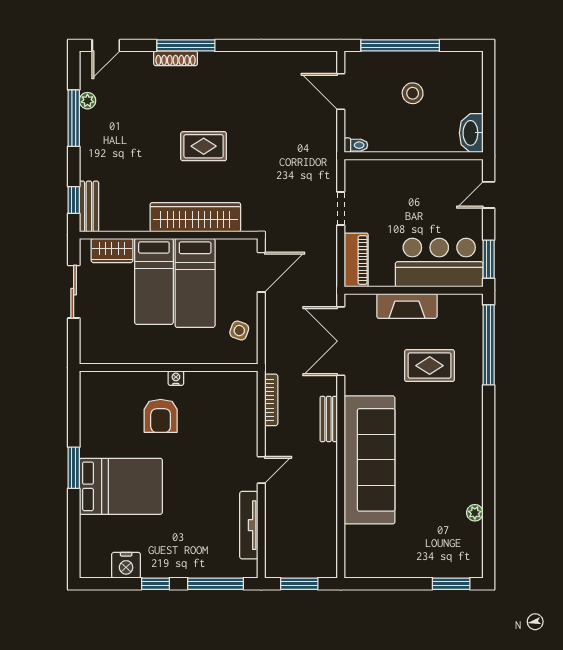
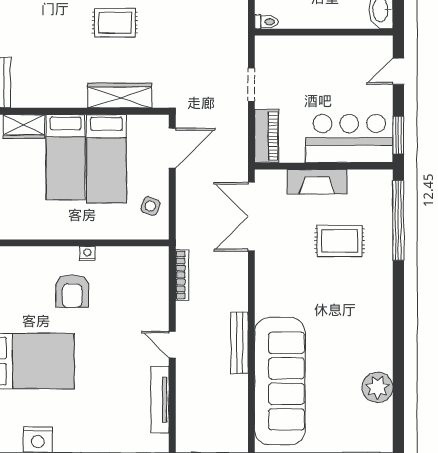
wardrobe: (195, 217) -> (120, 95), width x0.71, depth x0.85
bench: (329, 419) -> (239, 343), moved, width x1.36
sofa: (369, 460) -> (280, 381), moved
door: (261, 470) -> (172, 345), swing flipped
plant: (475, 513) -> (378, 387), width x1.87, depth x1.87

